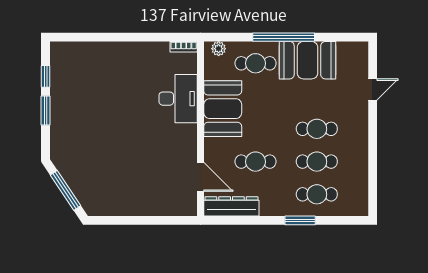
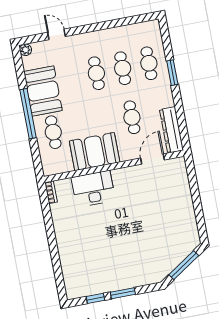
plant: (219, 49) -> (26, 50), moved

